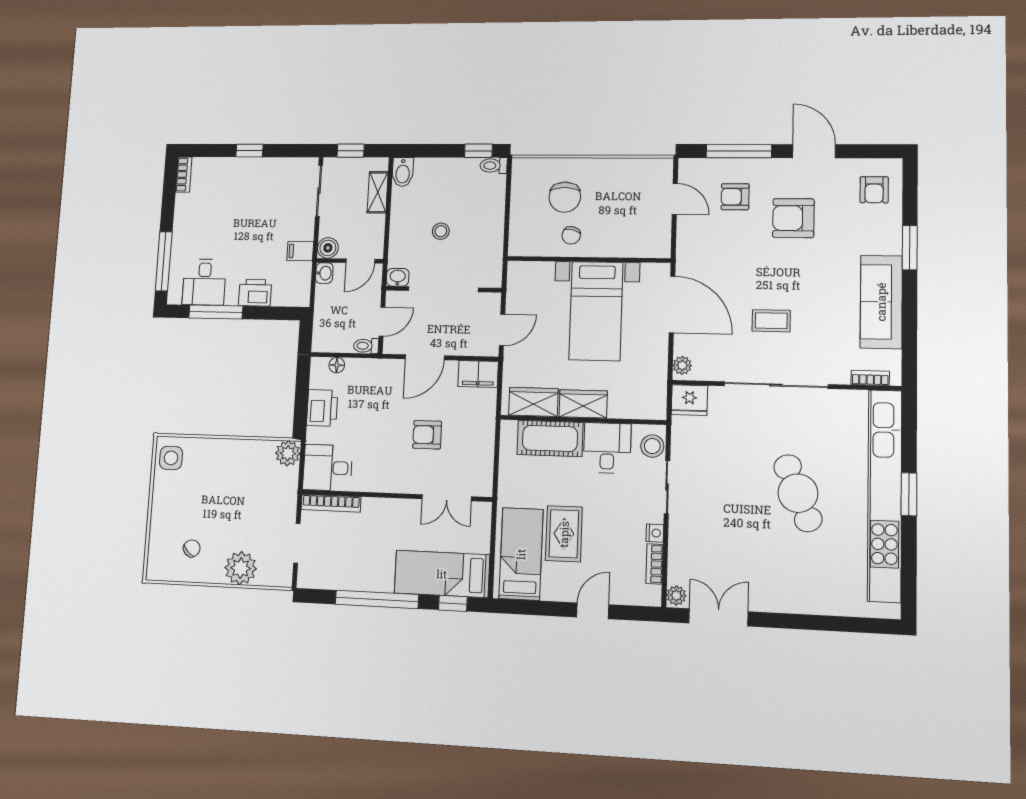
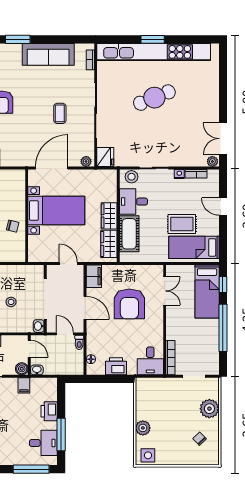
armchair: (427, 435) -> (129, 304), width x1.88, depth x1.88
plant: (288, 453) -> (143, 428), moved

